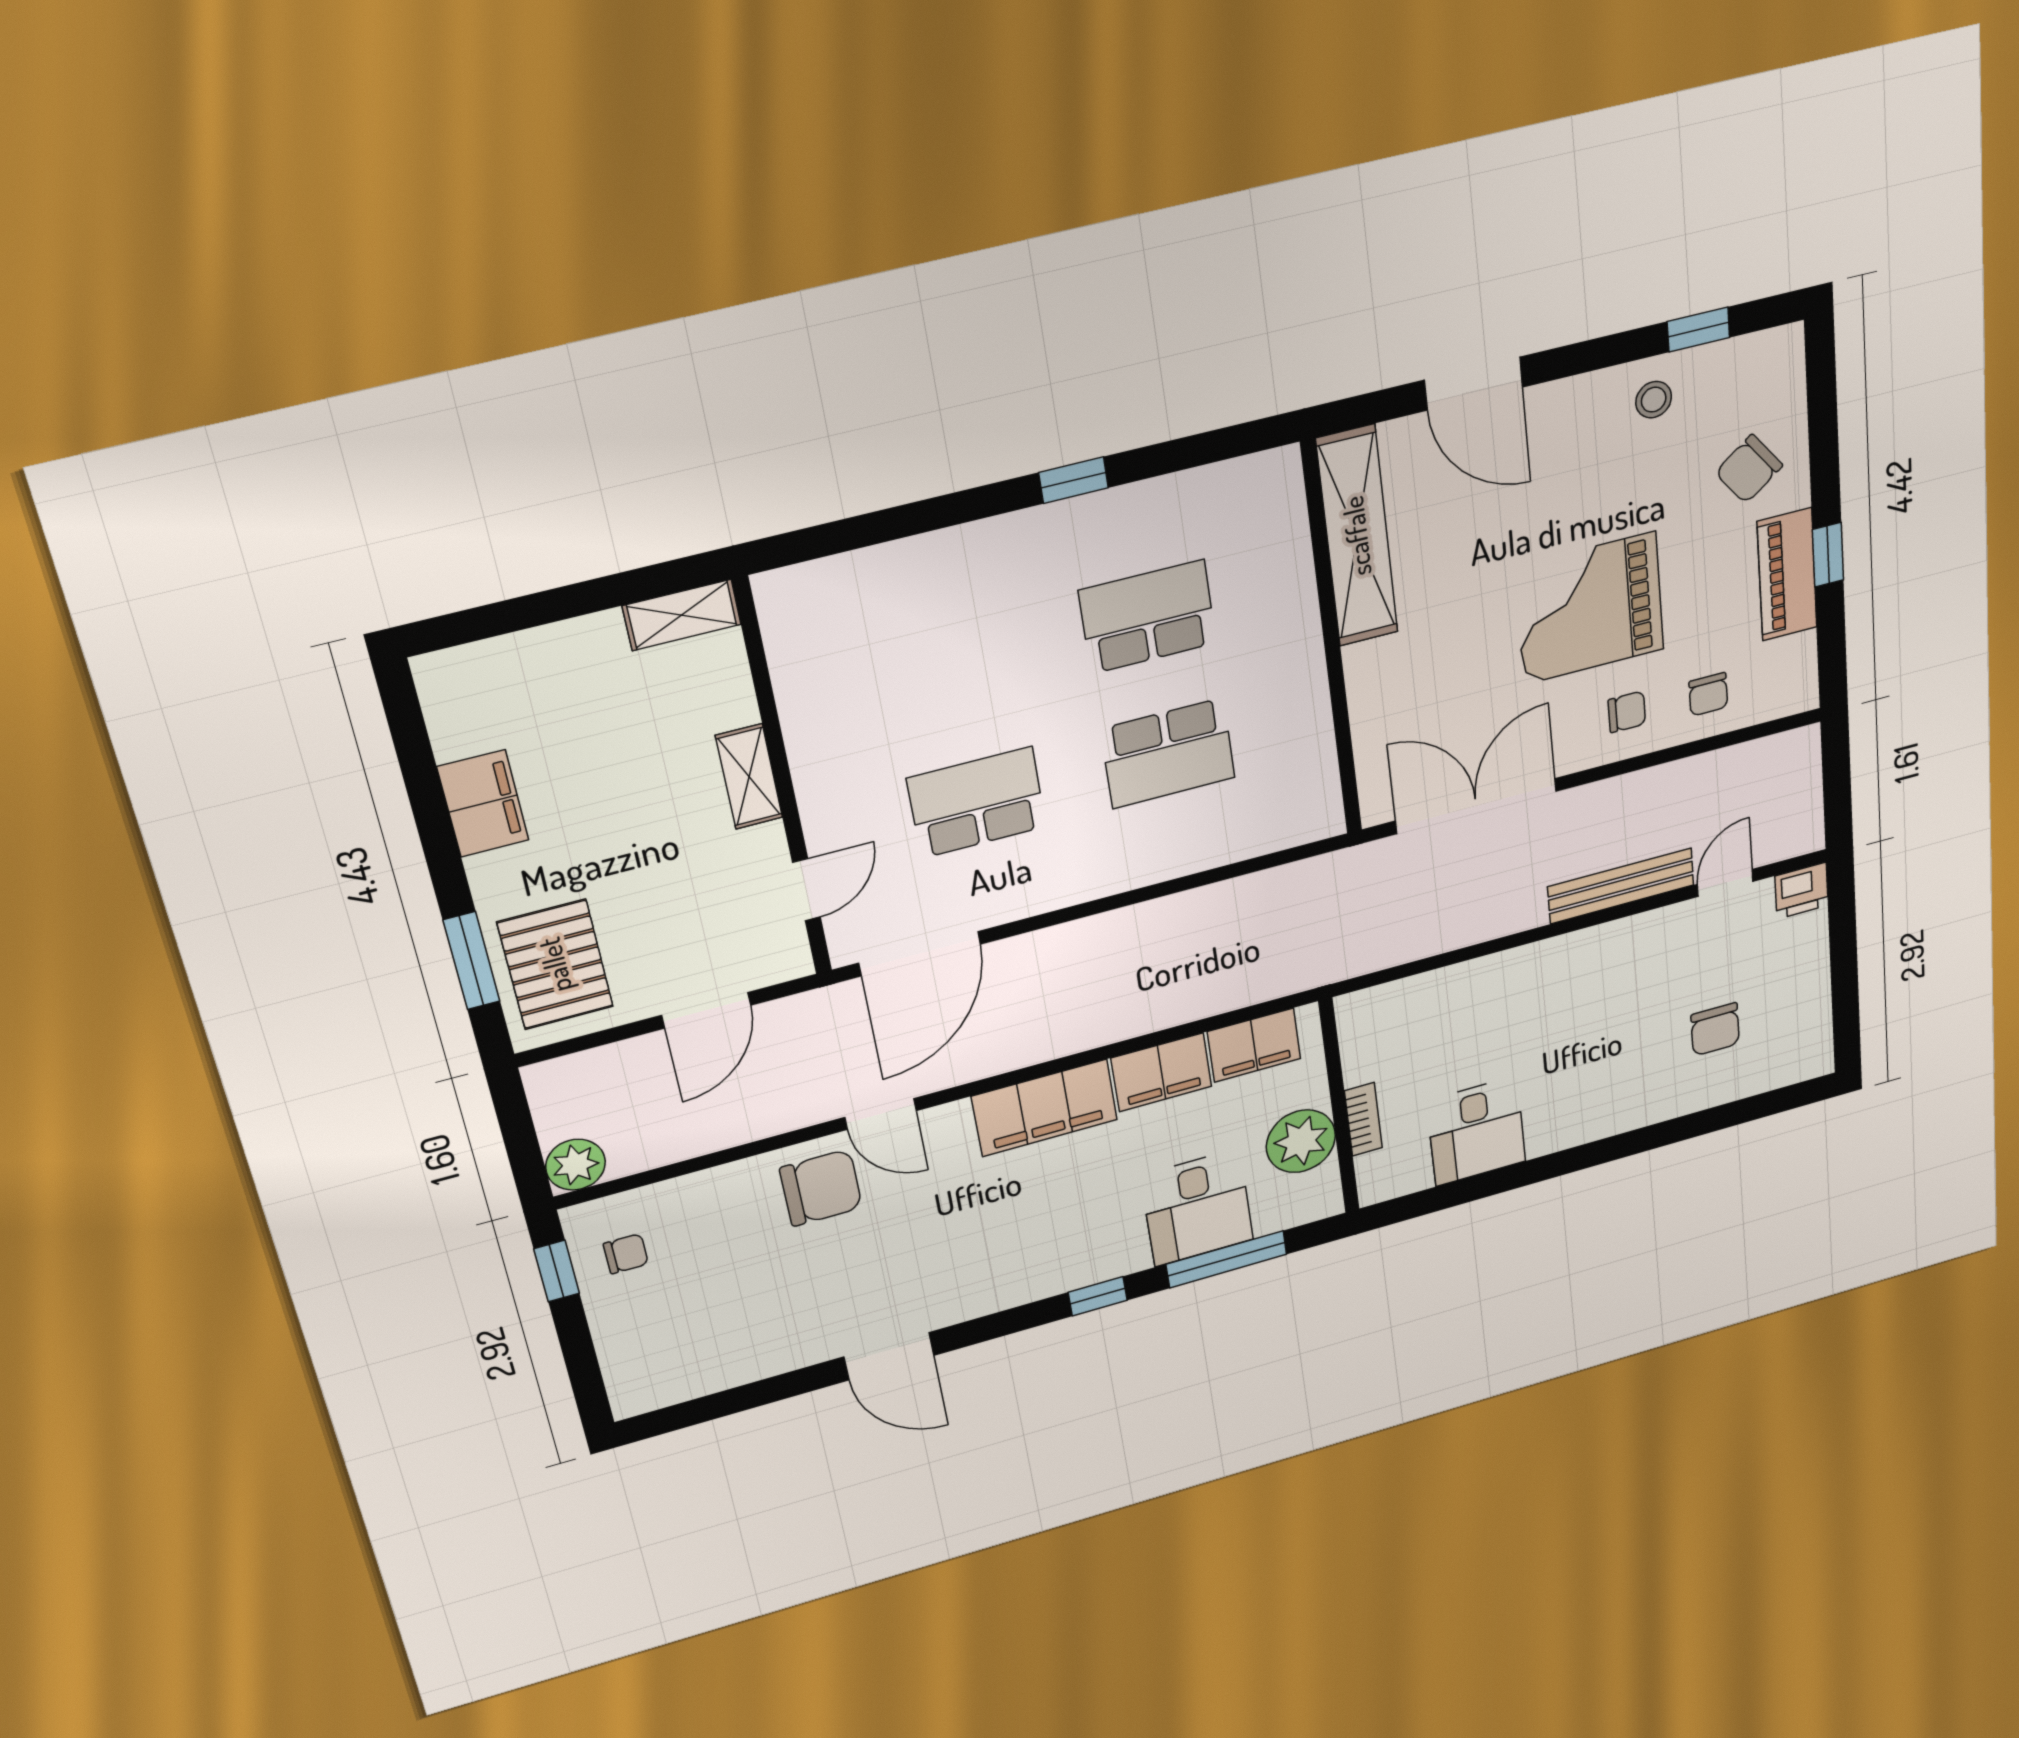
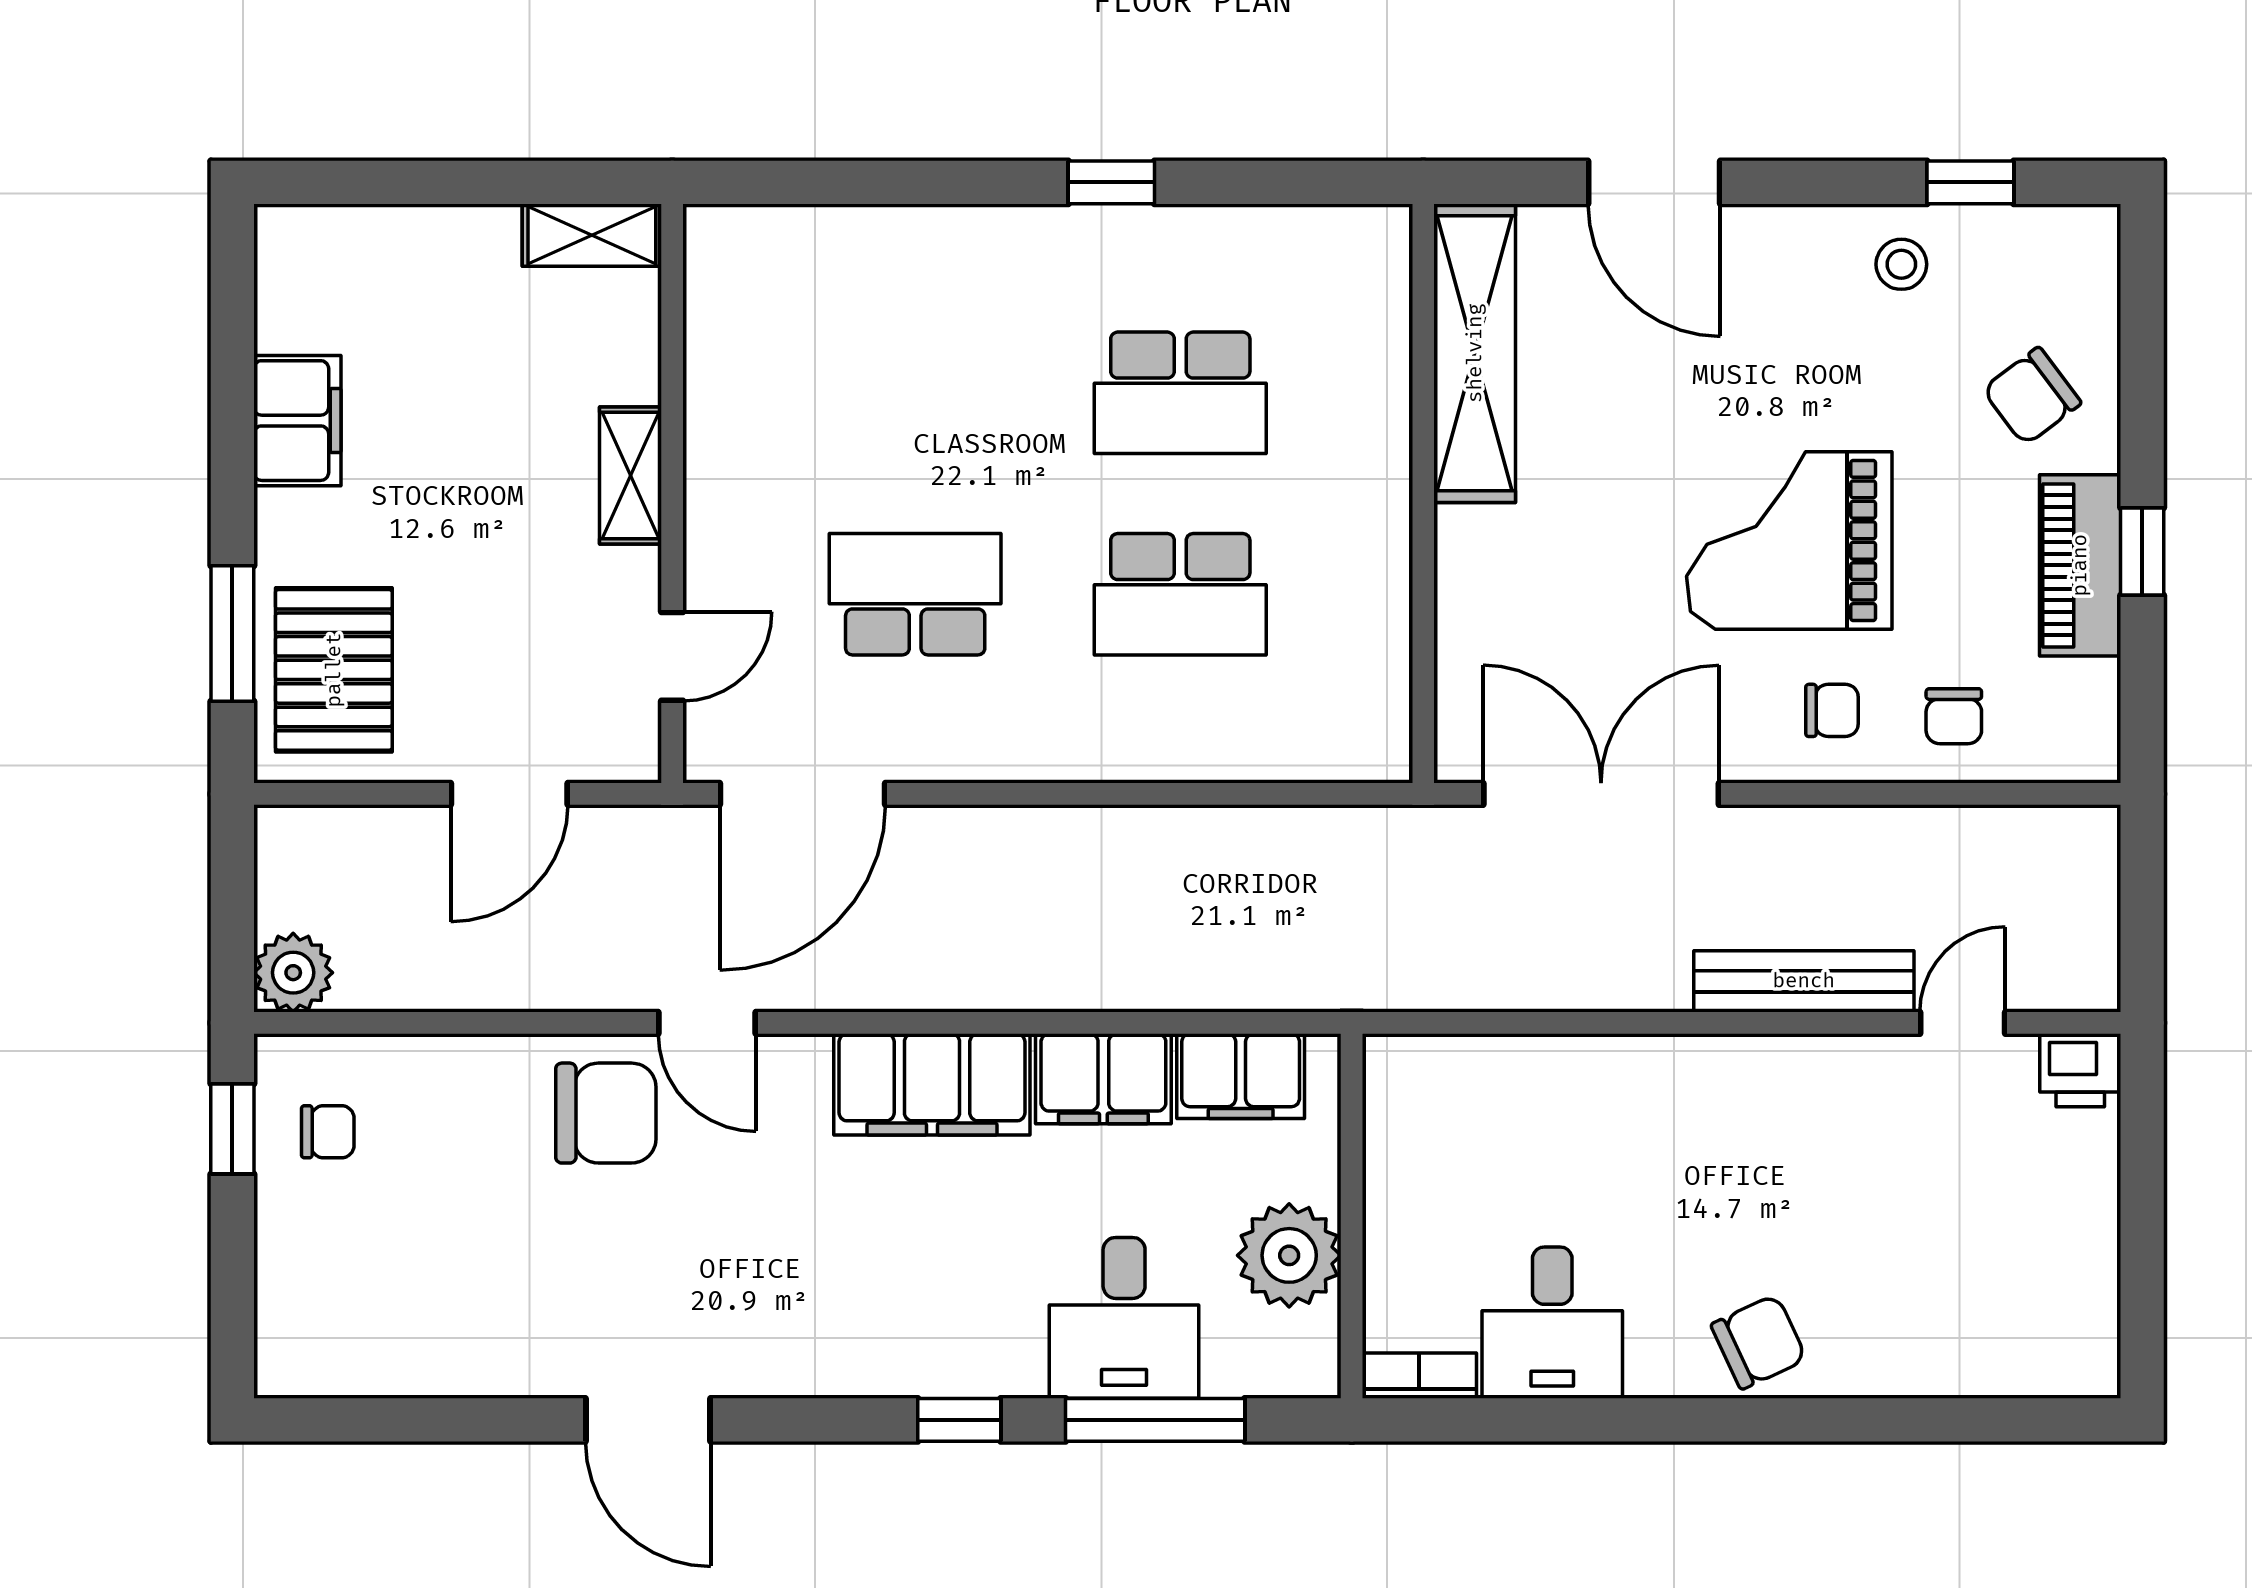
school desk: (1148, 617) -> (1180, 393), turned 180
chair: (1715, 1029) -> (1759, 1342), moved, turned -115
bookcase: (1363, 1119) -> (1419, 1376), moved, turned -90

